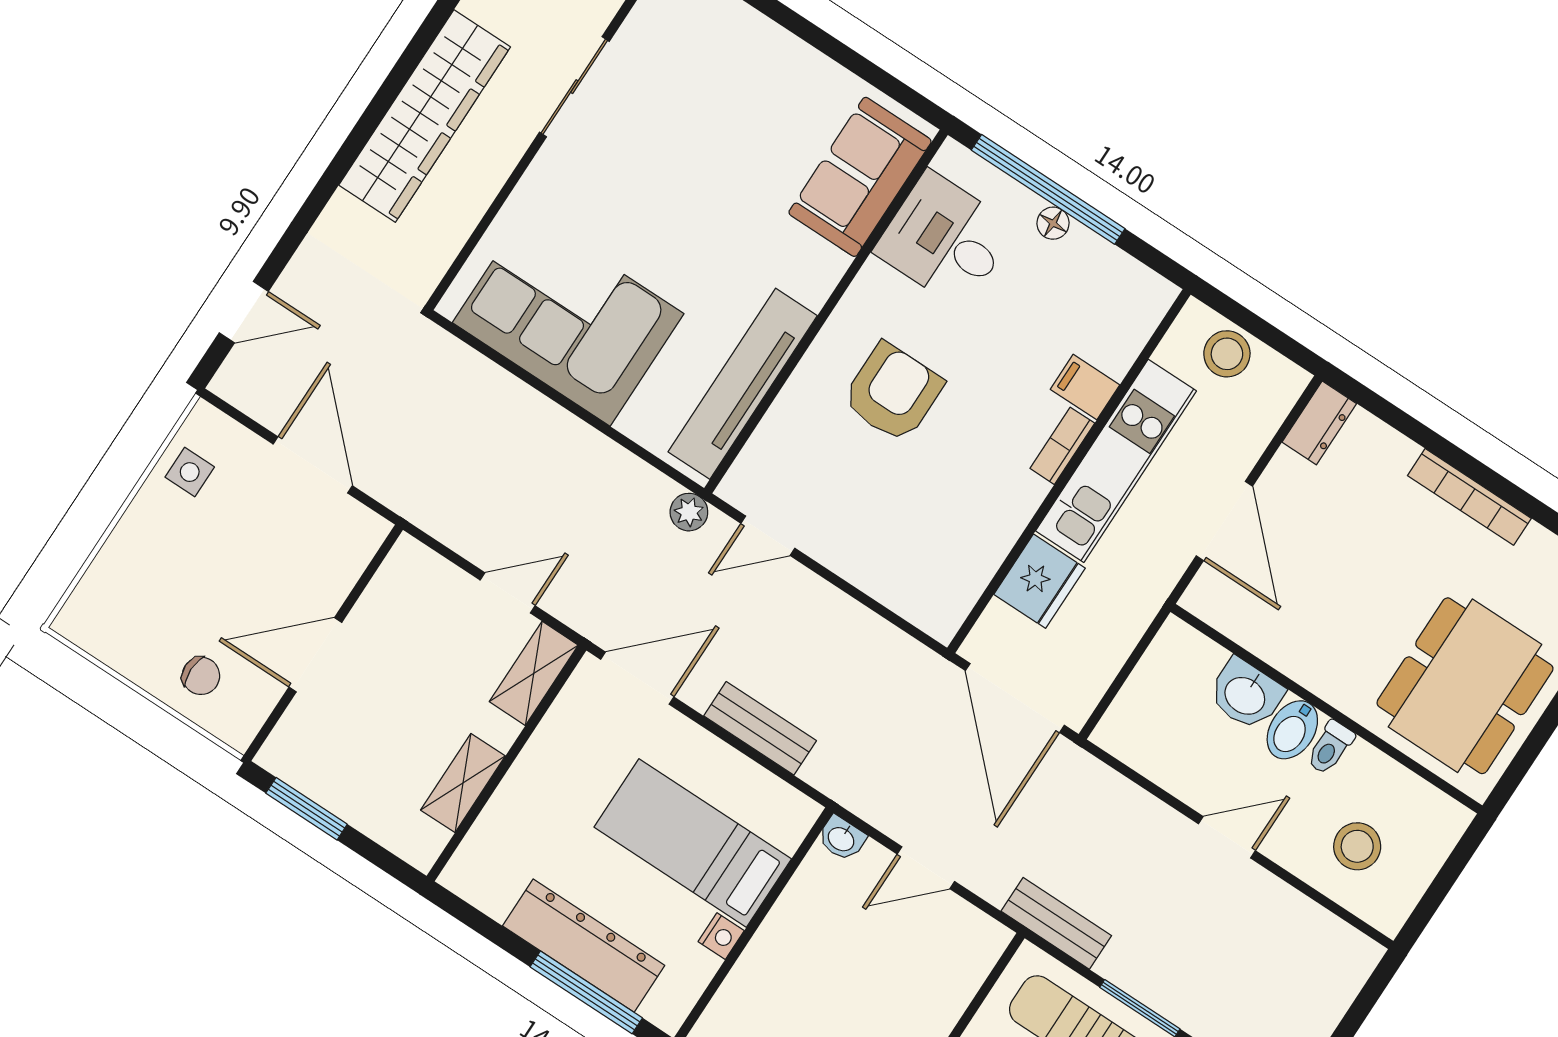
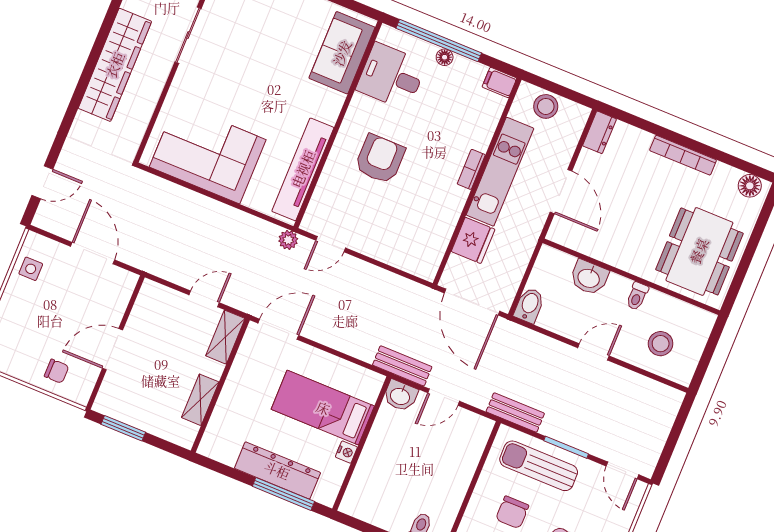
filing cabinet: (1085, 387) -> (499, 83), moved
bench: (760, 728) -> (402, 366), moved
bidet: (1292, 730) -> (529, 305), moved, turned 180
washbasin: (842, 838) -> (400, 396), width x1.38, depth x1.45

